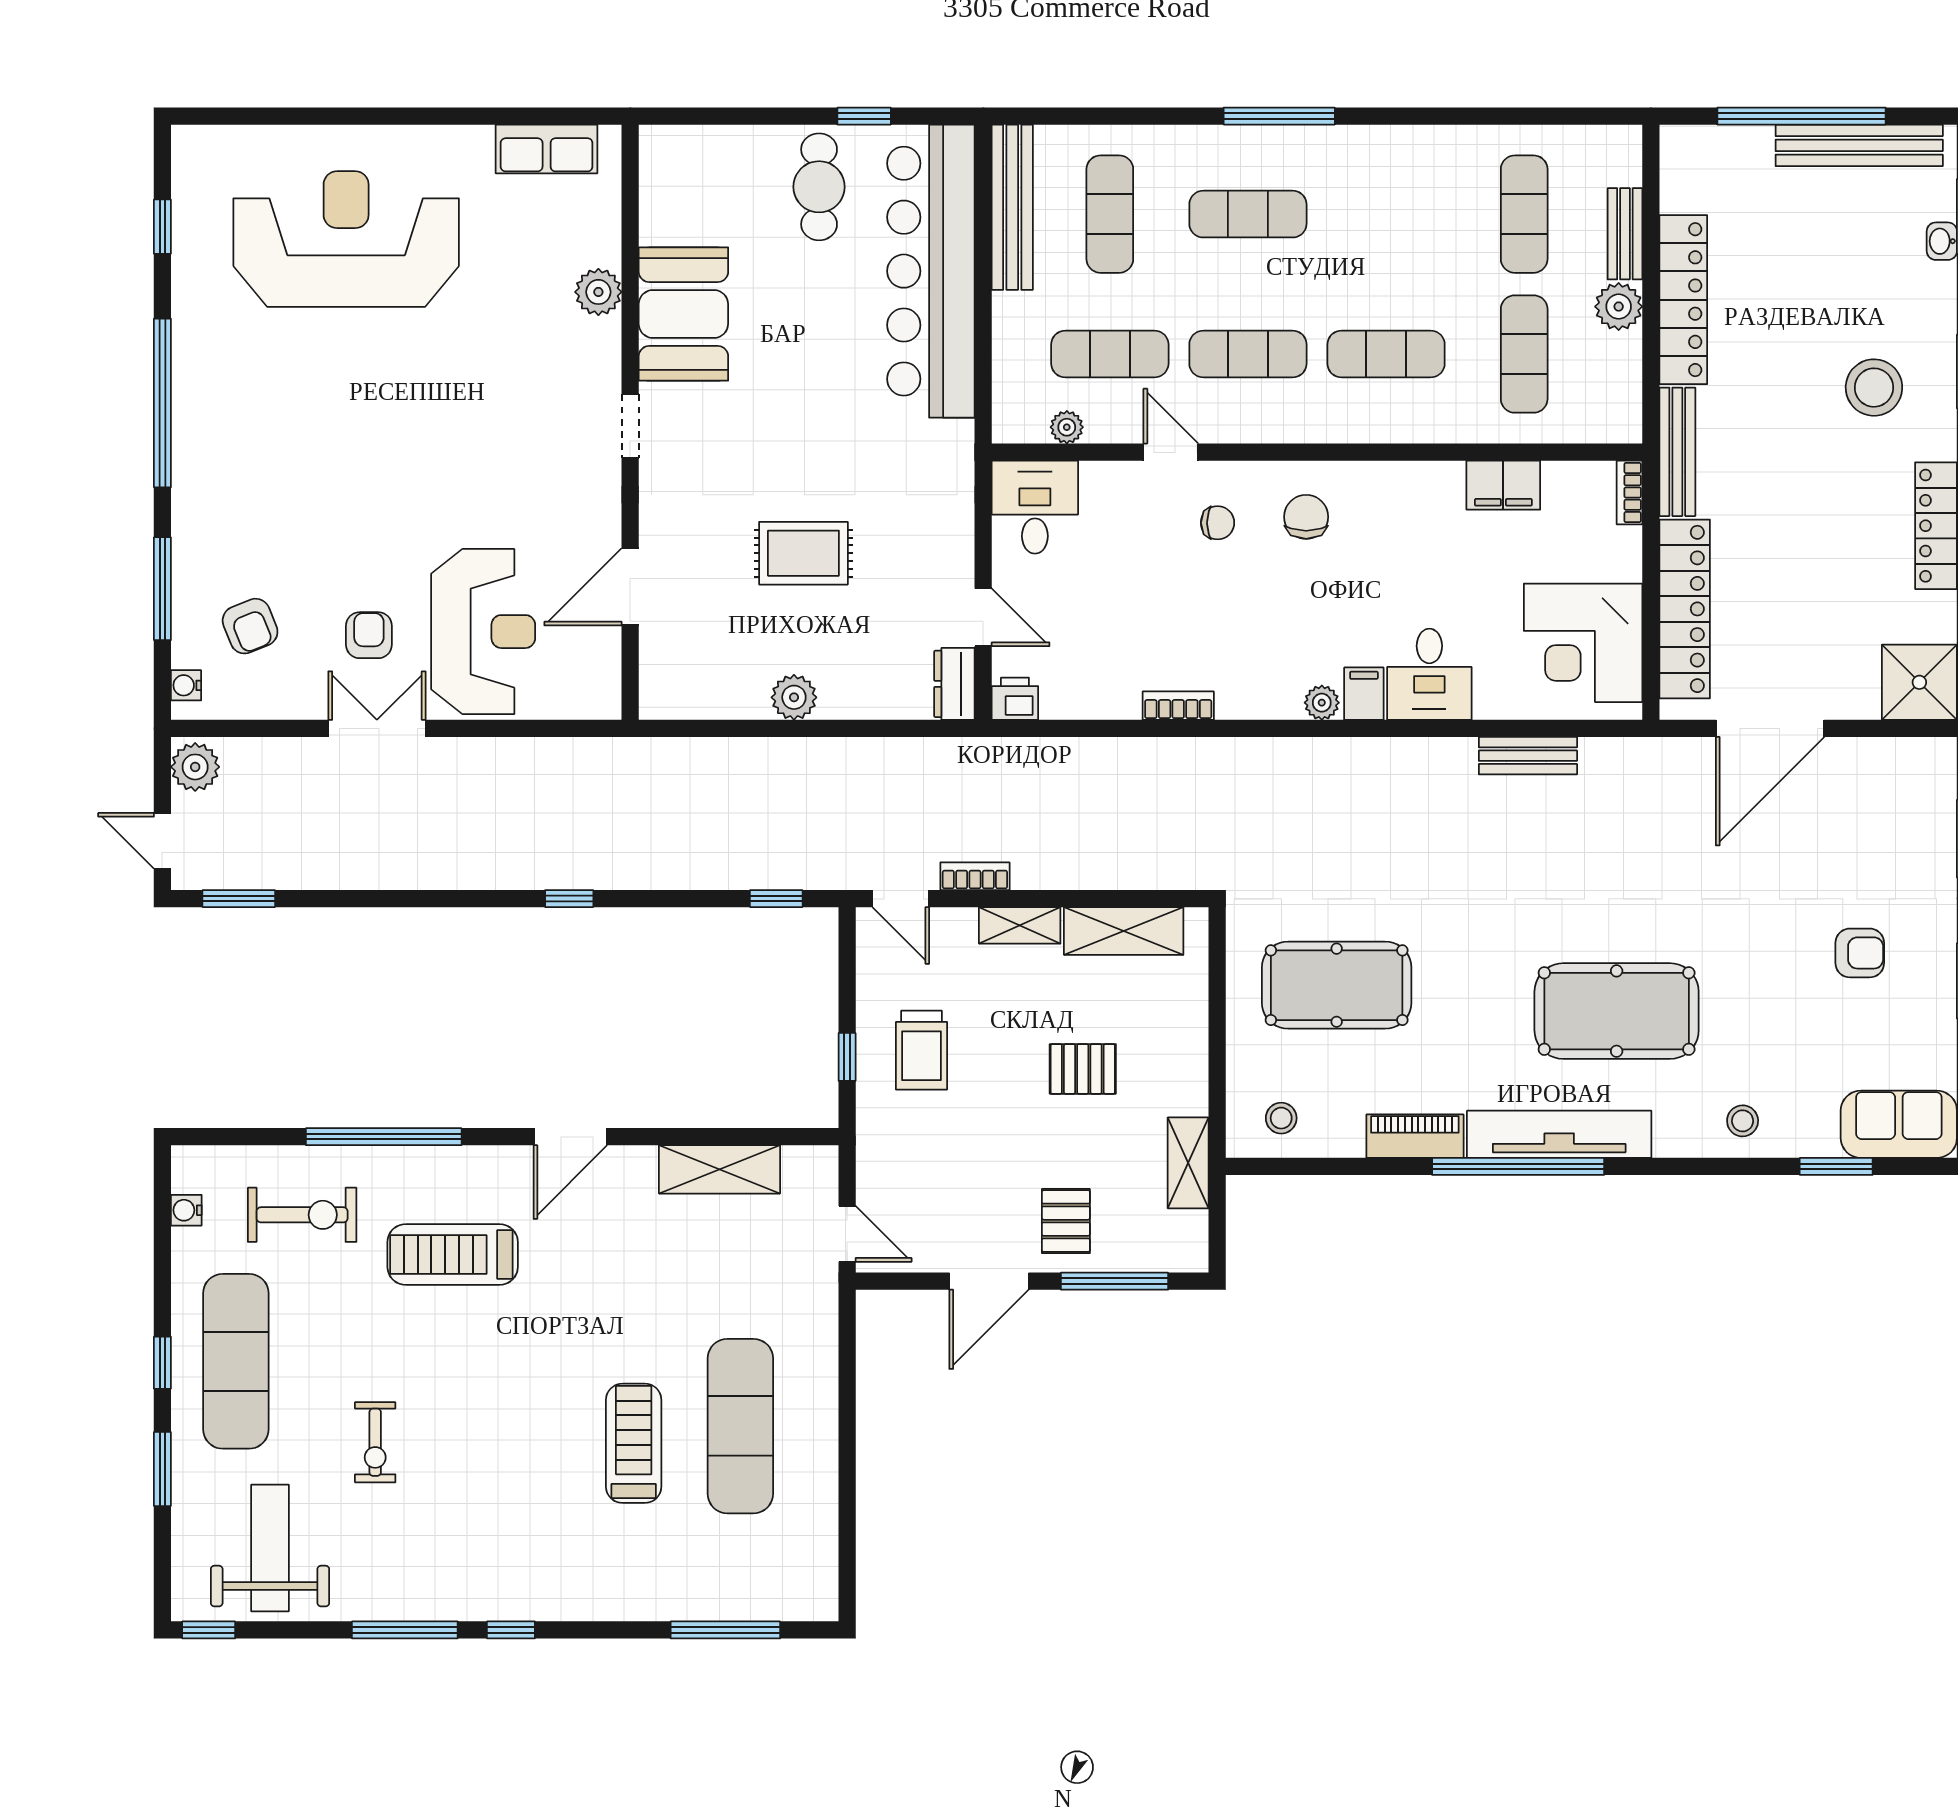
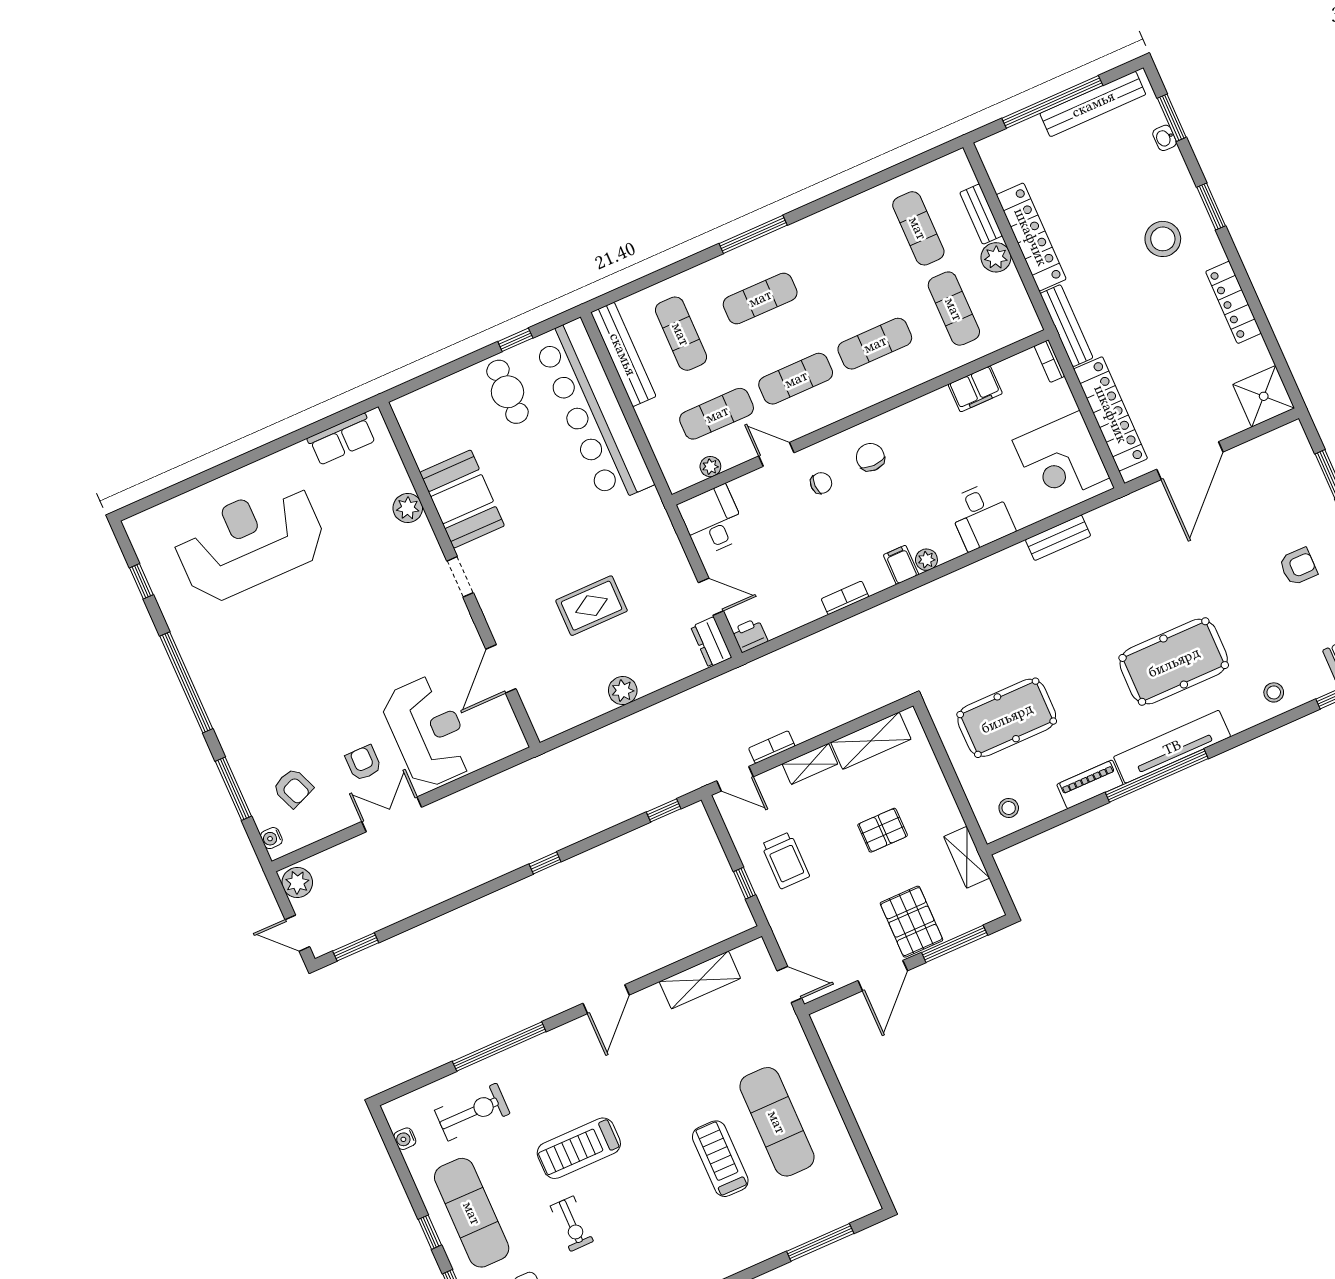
filing cabinet: (1364, 694) -> (901, 565), moved
pallet: (1066, 1221) -> (911, 922), width x1.50, depth x1.42
treadmill: (453, 1254) -> (579, 1148), moved

